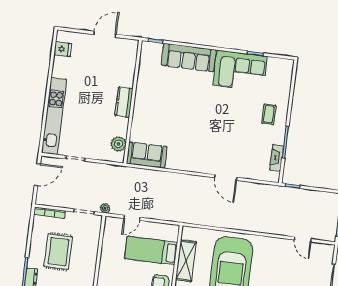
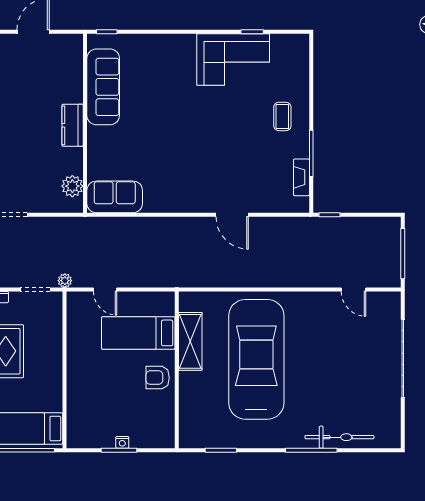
sofa: (189, 58) -> (103, 87), moved, turned -90
door: (132, 218) -> (105, 290), hinge flipped

